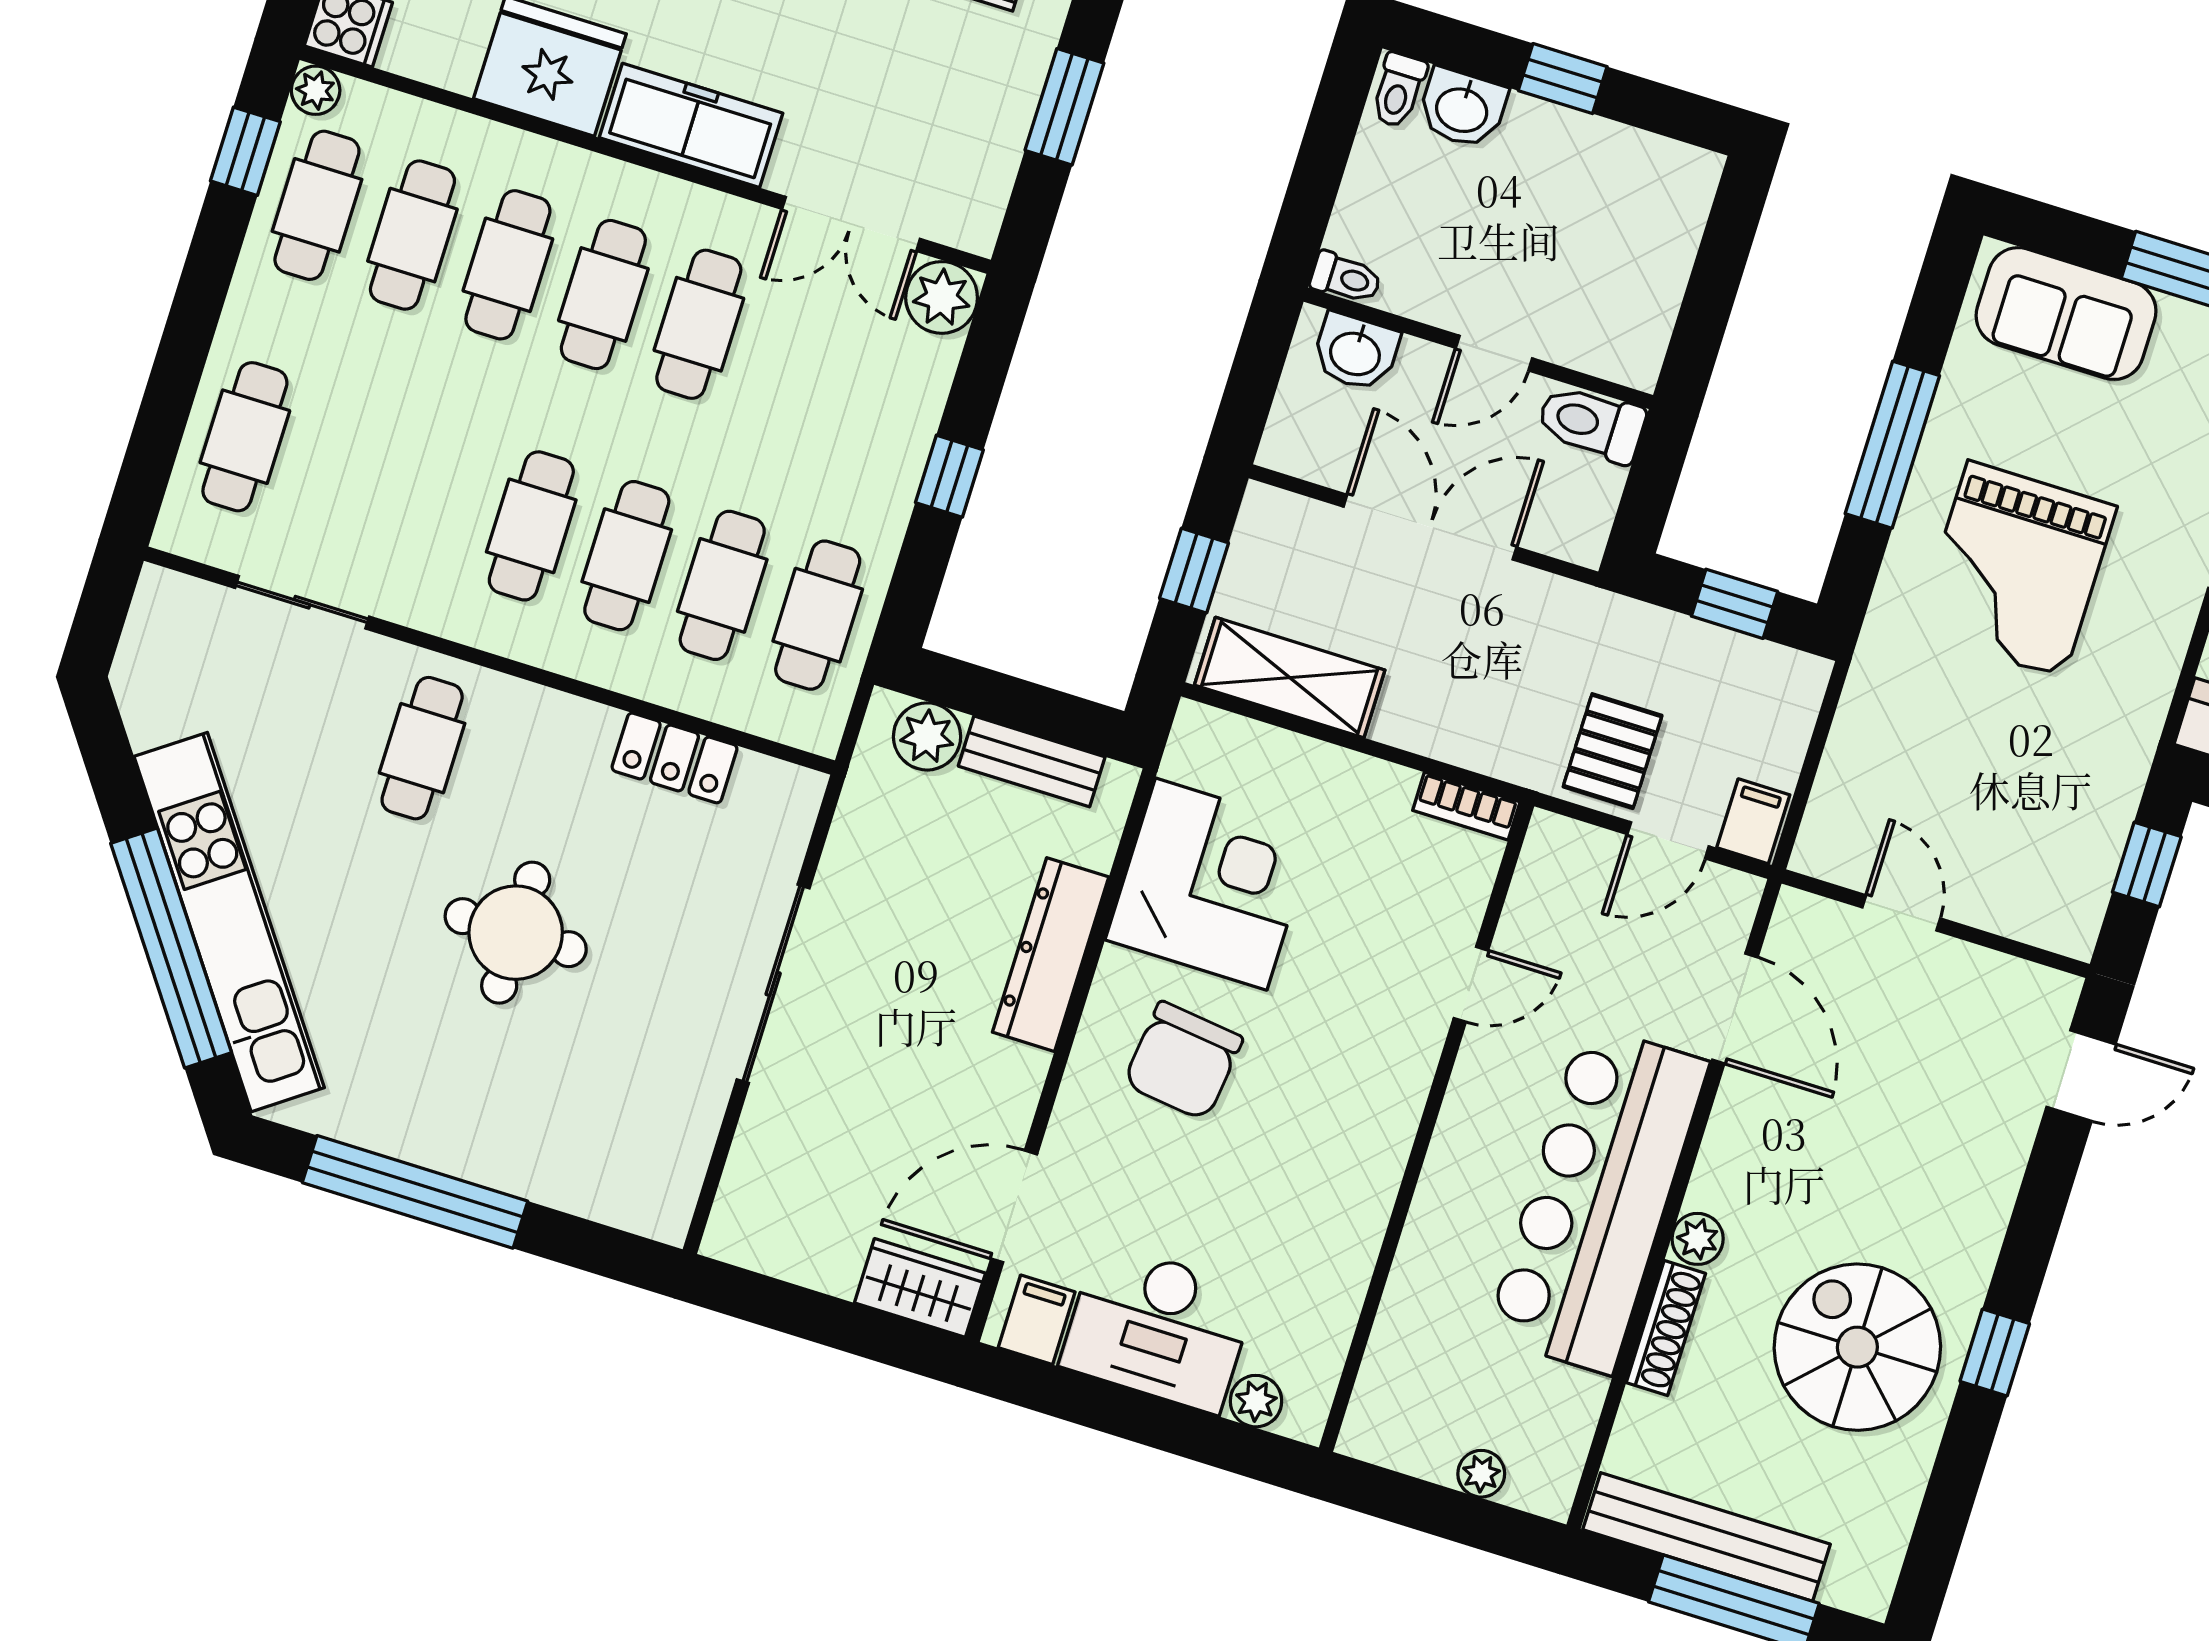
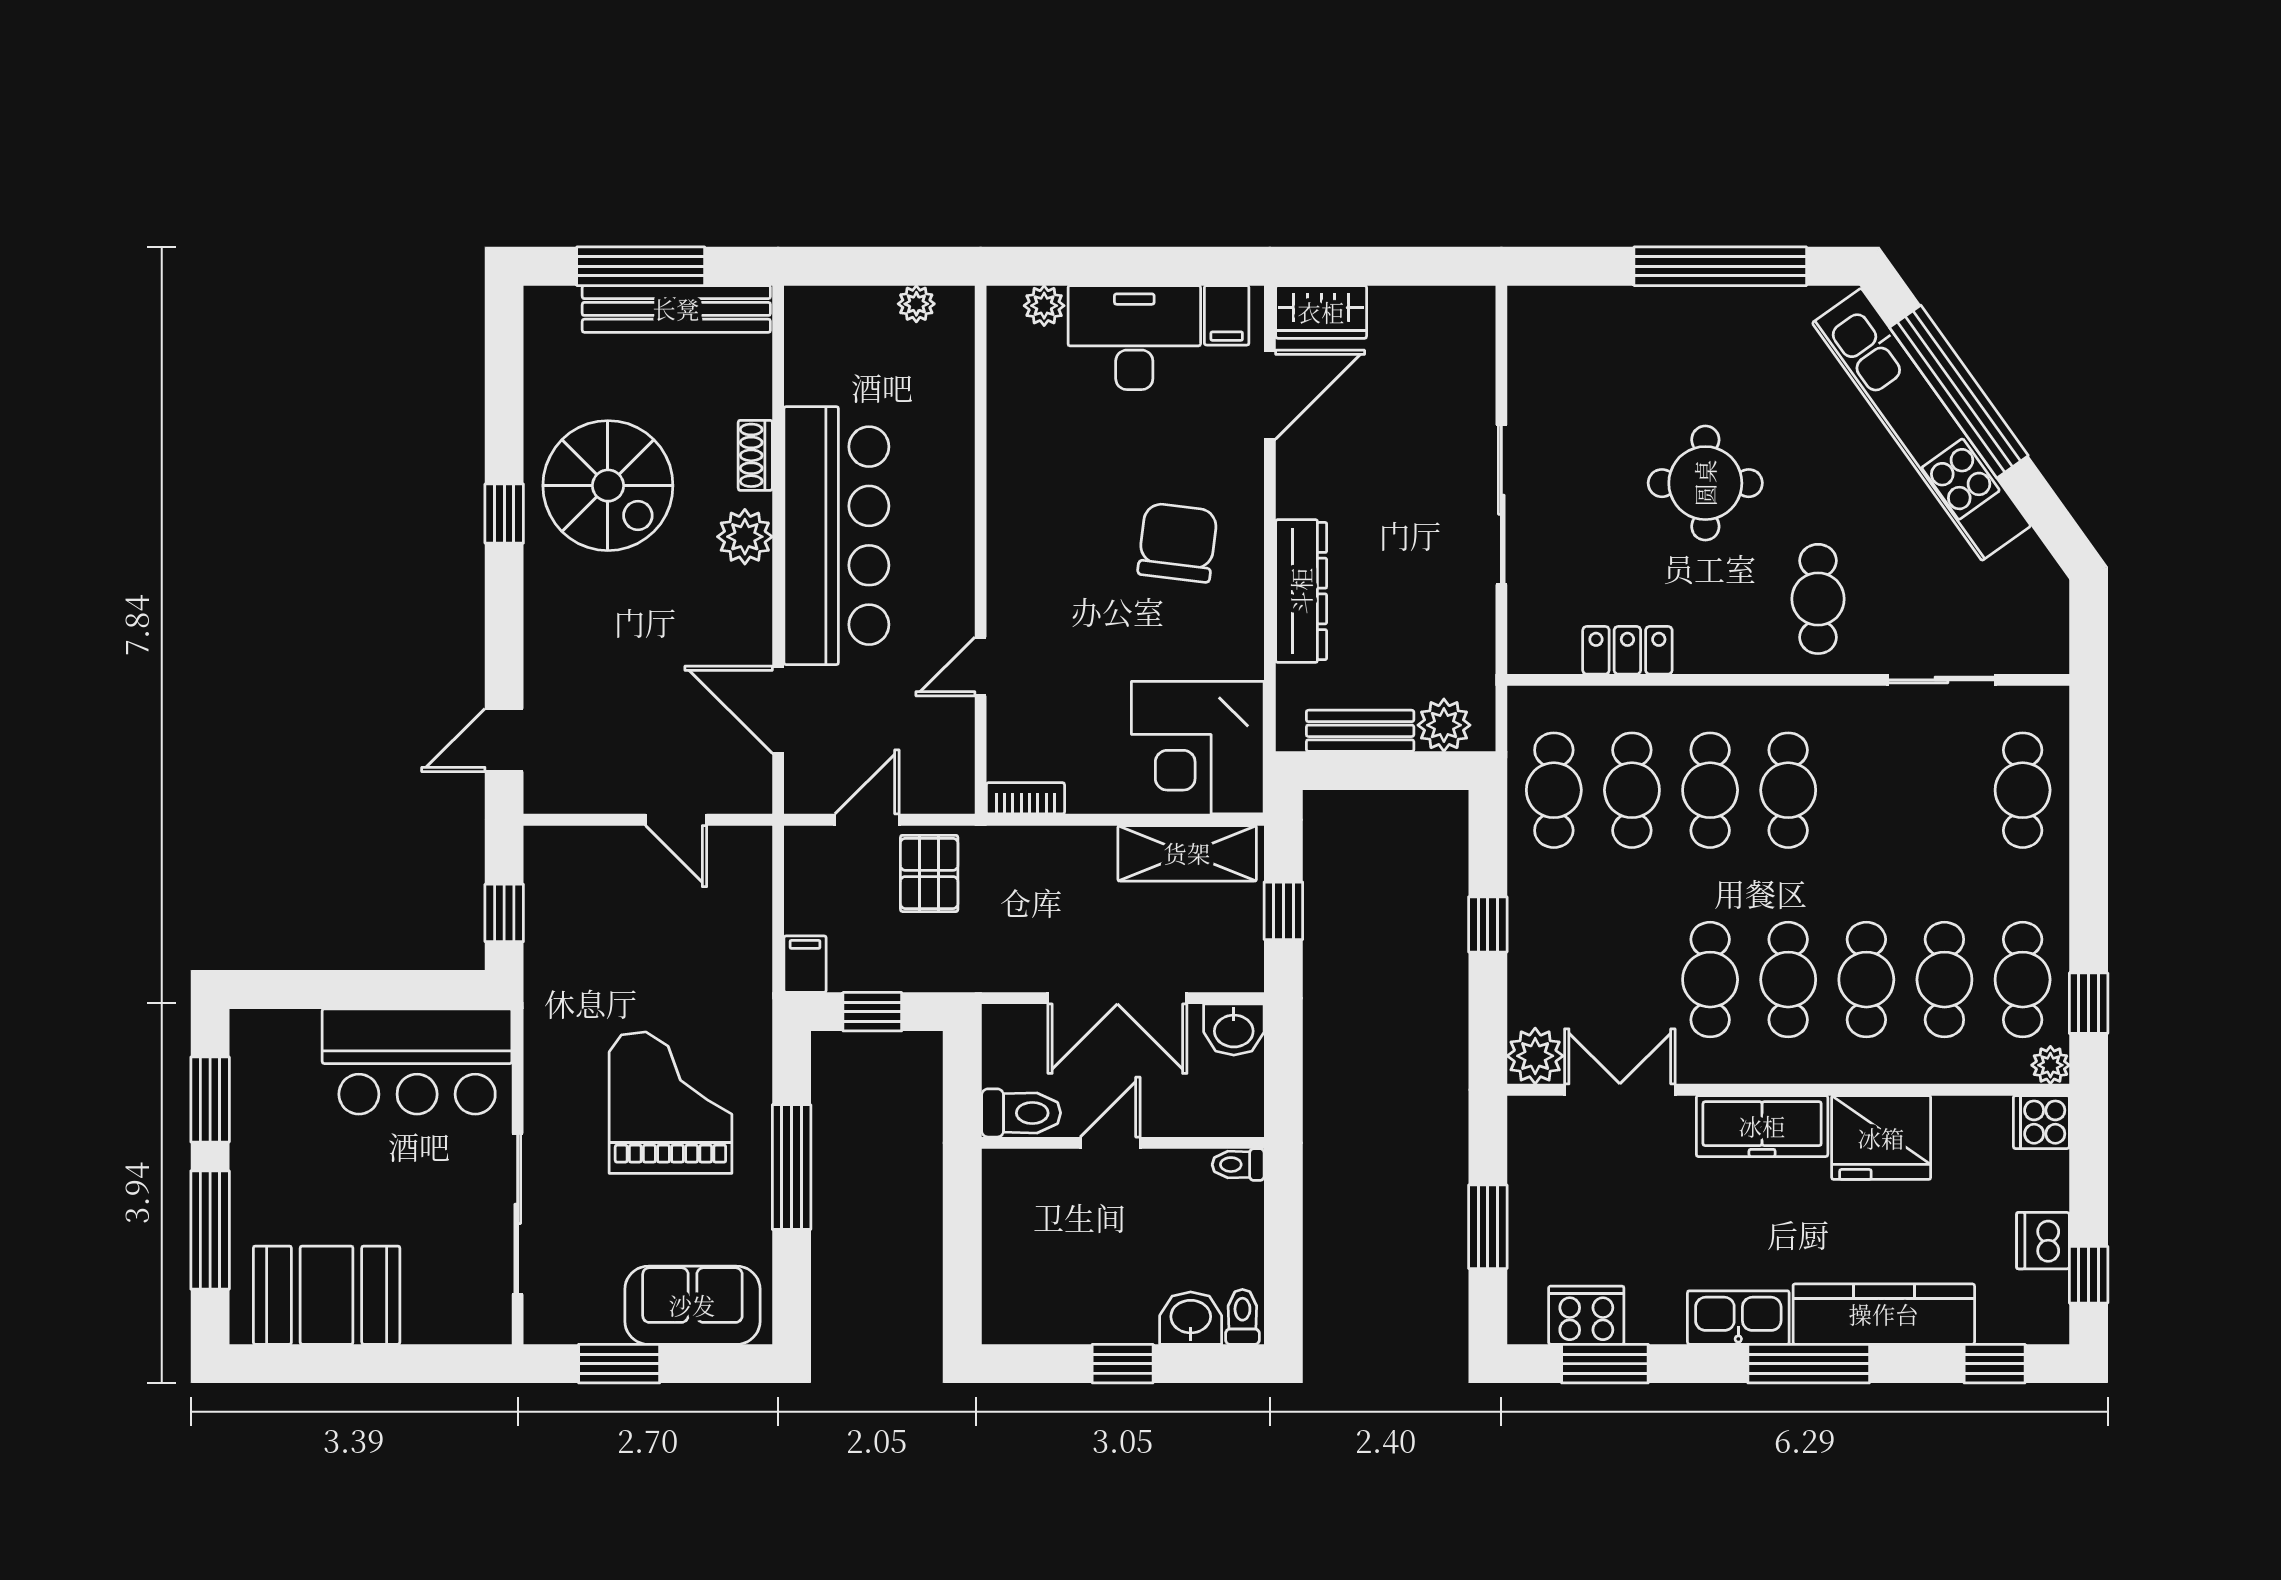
washbasin: (1356, 352) -> (1234, 1030), moved, turned 180
filing cabinet: (1753, 821) -> (805, 964), moved, turned 180
corner desk: (1211, 884) -> (1198, 748), moved
plant: (1698, 1239) -> (745, 537), width x1.38, depth x1.38
shoe rack: (1666, 1328) -> (755, 455), width x0.70
plant: (1481, 1474) -> (916, 304), moved

